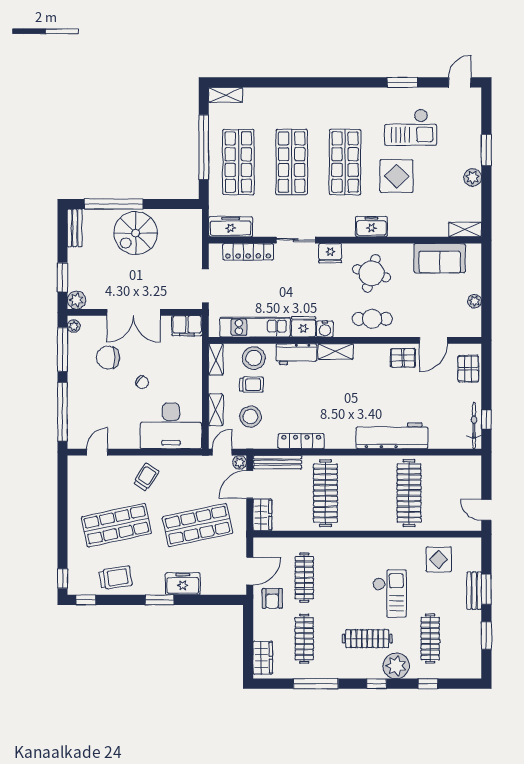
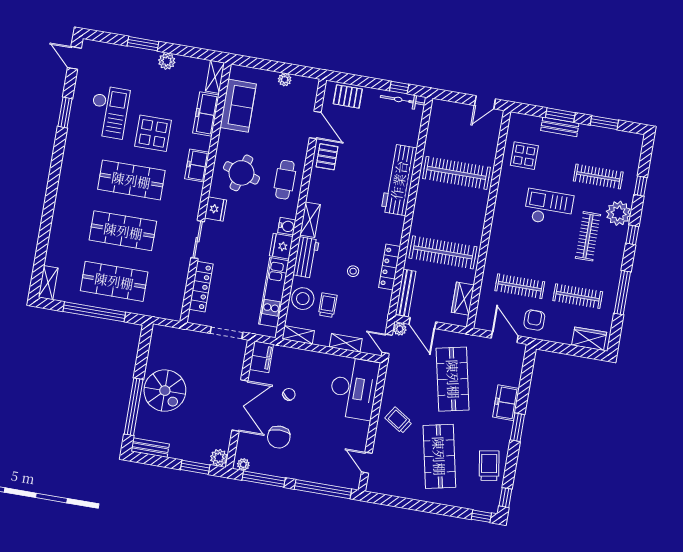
freezer: (231, 227) -> (206, 114), moved
chair: (142, 382) -> (289, 394), moved
stool: (250, 417) -> (353, 271), moved, width x0.53, depth x0.53
wardrobe: (262, 515) -> (463, 299), moved, turned -90
armchair: (272, 598) -> (534, 320), turned -90

